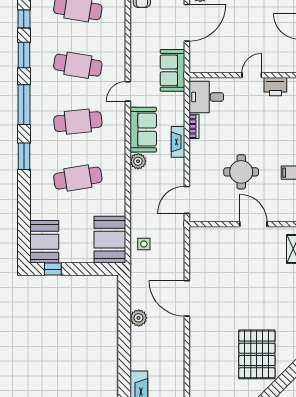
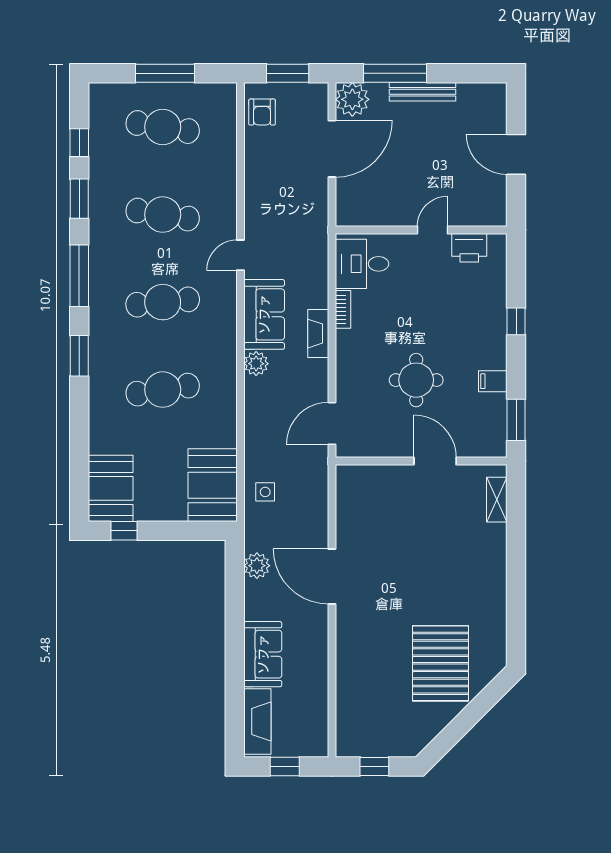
sofa: (172, 70) -> (263, 654), moved, turned 180
plant: (139, 318) -> (257, 566), moved

